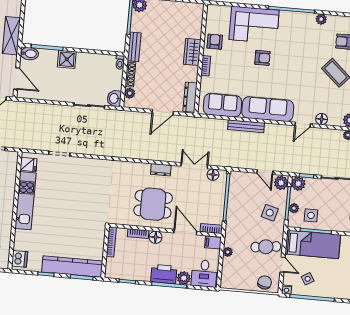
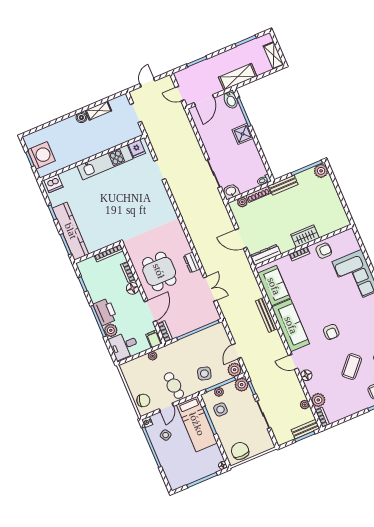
armchair: (262, 58) -> (331, 332), moved
floor lamp: (213, 175) -> (211, 309), removed

